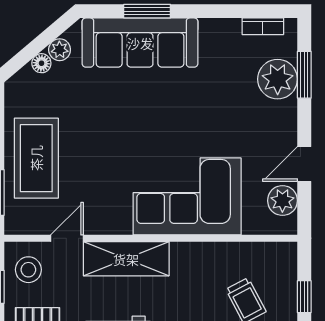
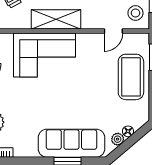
shelving: (126, 259) -> (56, 19), moved

